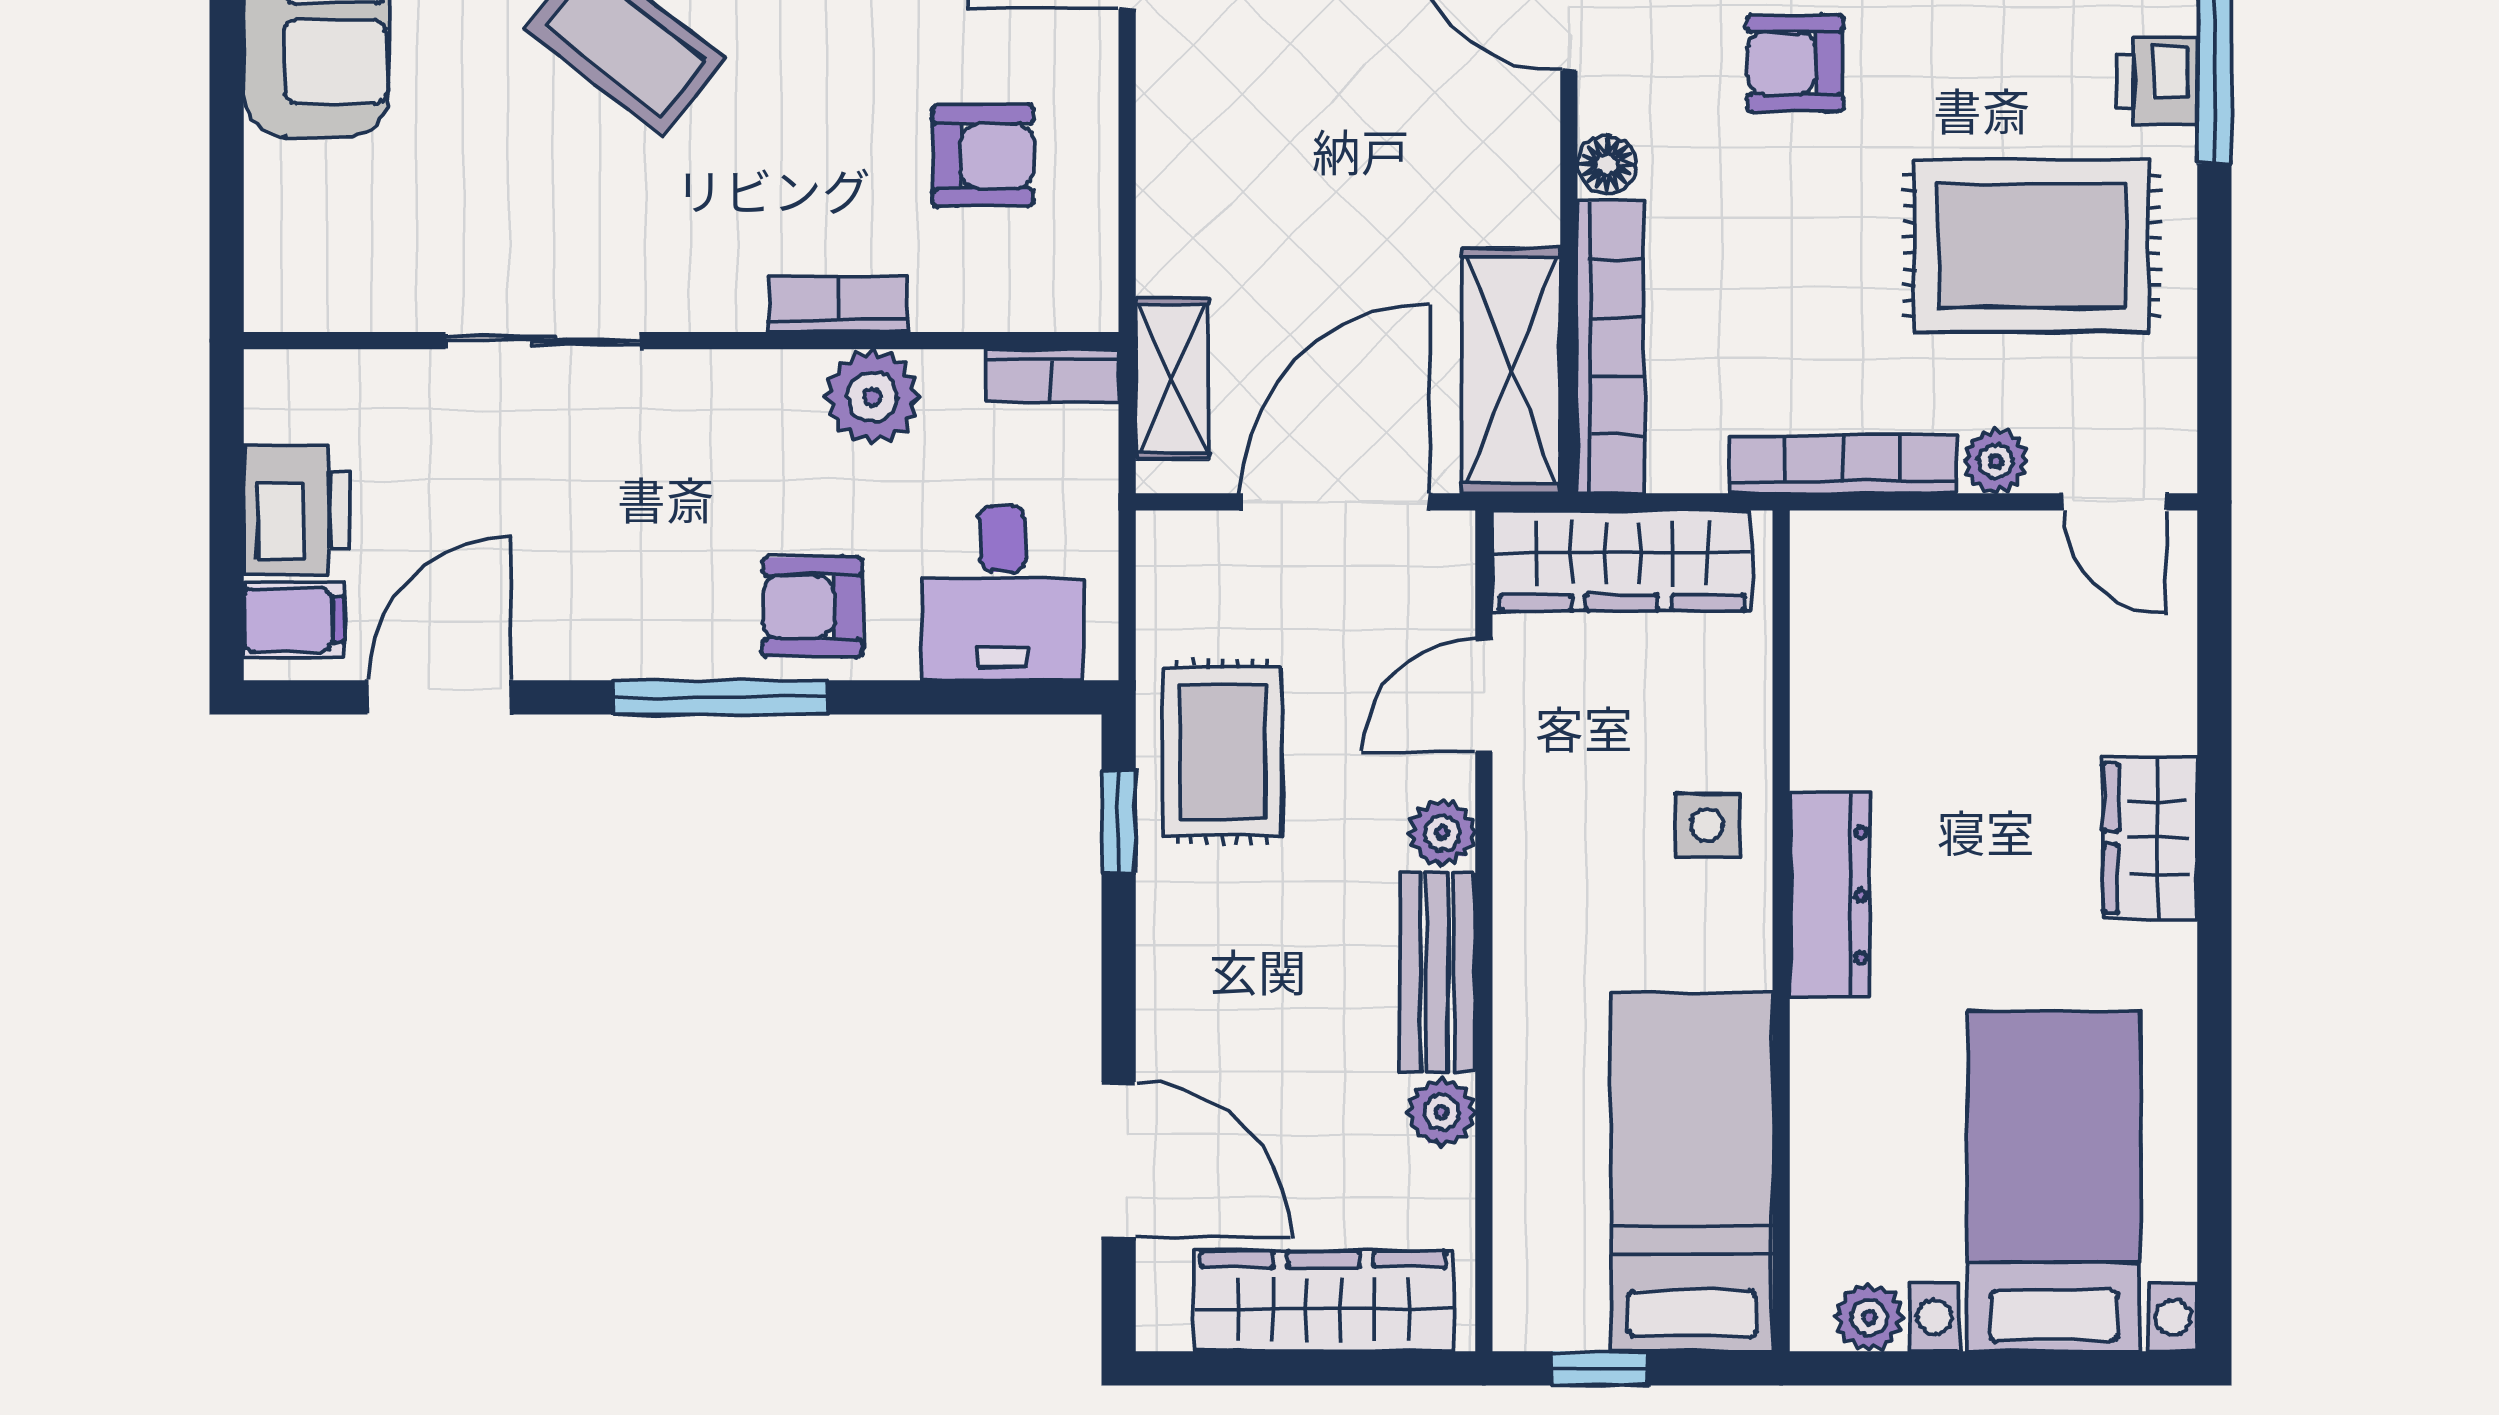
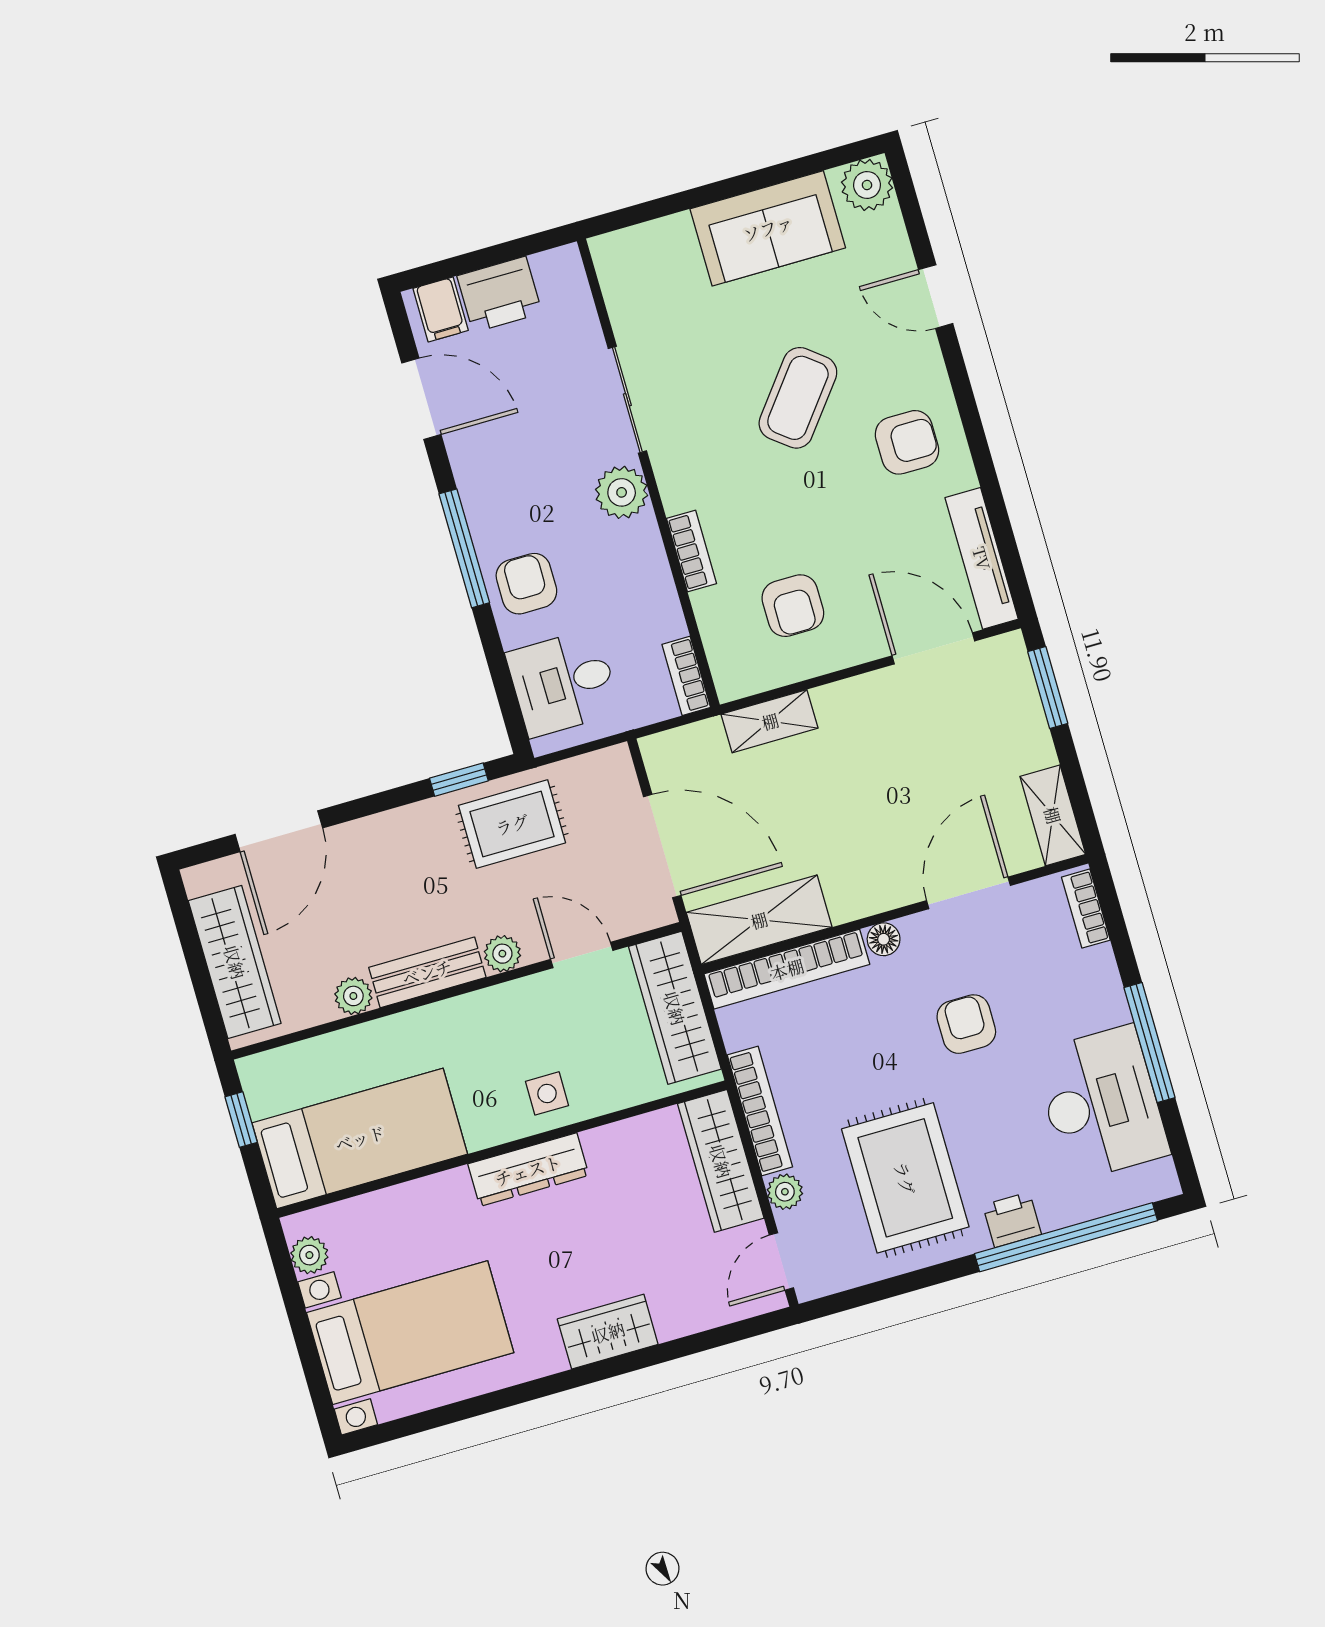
shelving: (1172, 379) -> (770, 721), moved
plant: (872, 397) -> (622, 492), moved
wardrobe: (1910, 557) -> (721, 1161), added

